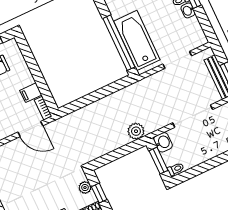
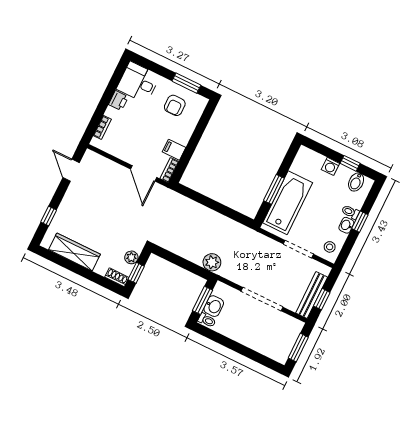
stool: (194, 36) -> (330, 247), added
window: (119, 43) -> (274, 189), width x0.47
washbasin: (163, 142) -> (214, 306), moved

